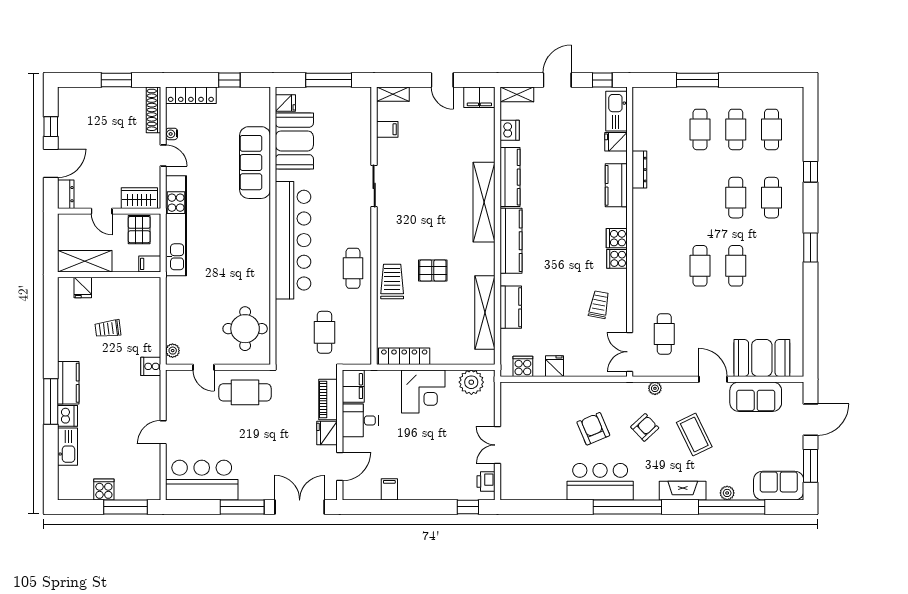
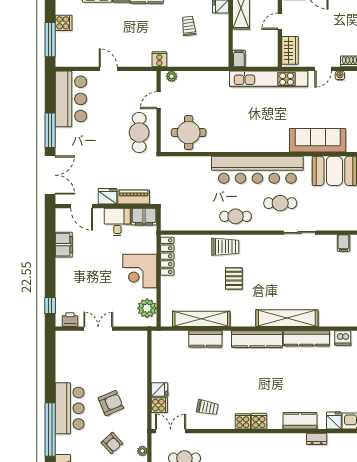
dresser: (639, 170) -> (317, 439), width x0.70
pallet: (139, 230) -> (266, 50), removed
cafe table: (324, 332) -> (280, 203), moved
cooker: (523, 366) -> (159, 405), moved
fridge: (554, 366) -> (160, 390), moved
filing cabinet: (389, 489) -> (64, 245), width x2.00

